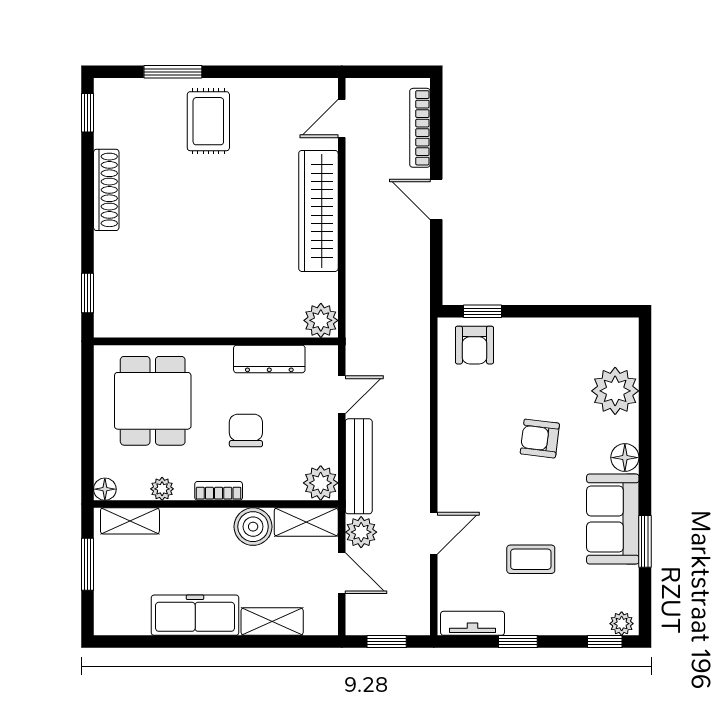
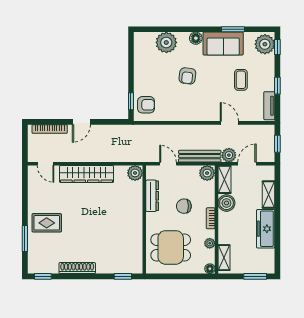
window: (88, 564) -> (255, 276), moved
plant: (622, 624) -> (265, 44), width x1.88, depth x1.88

